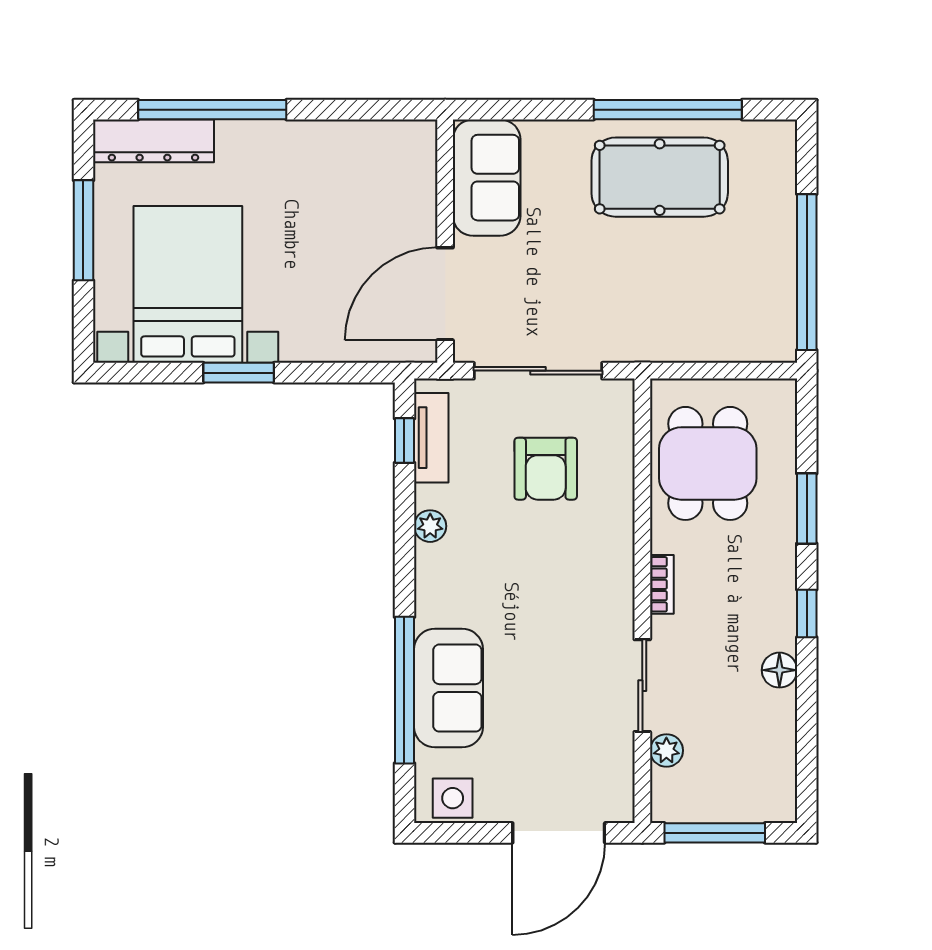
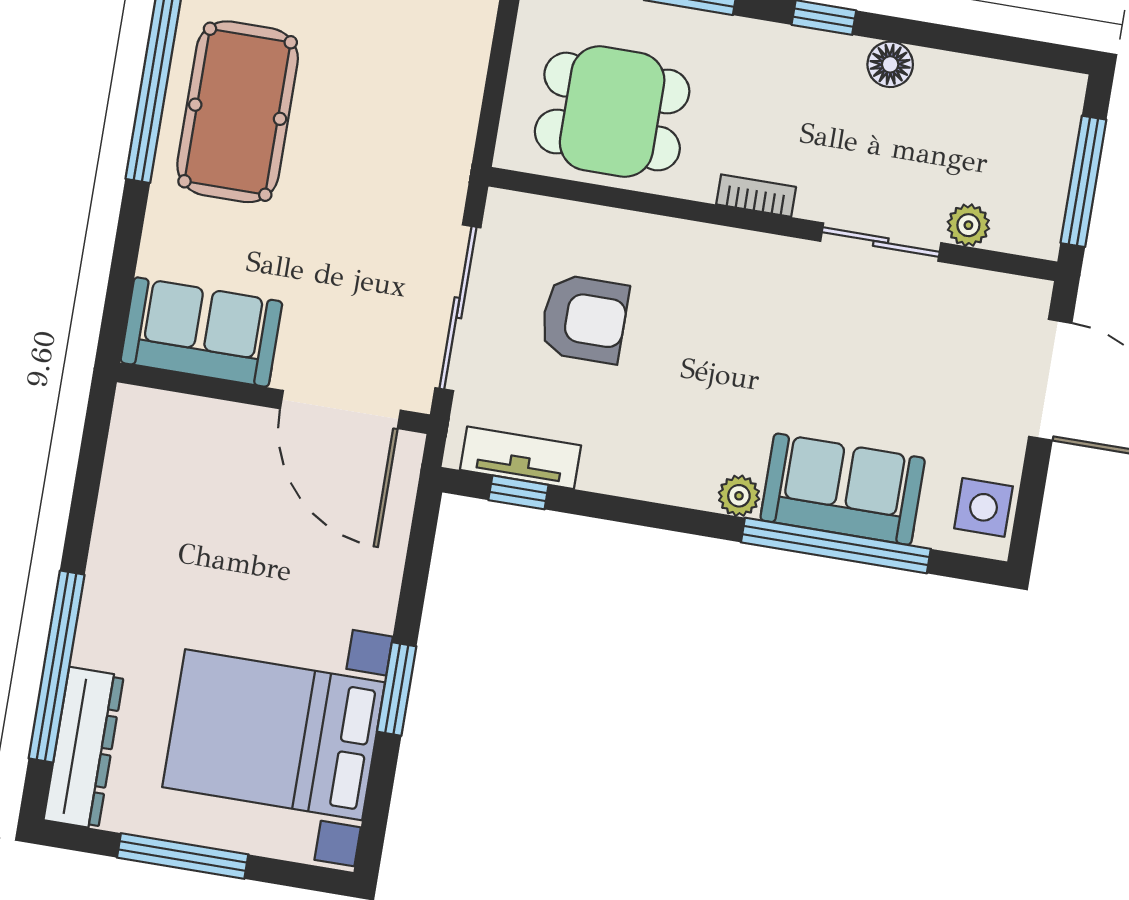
plant: (430, 526) -> (739, 496), moved

